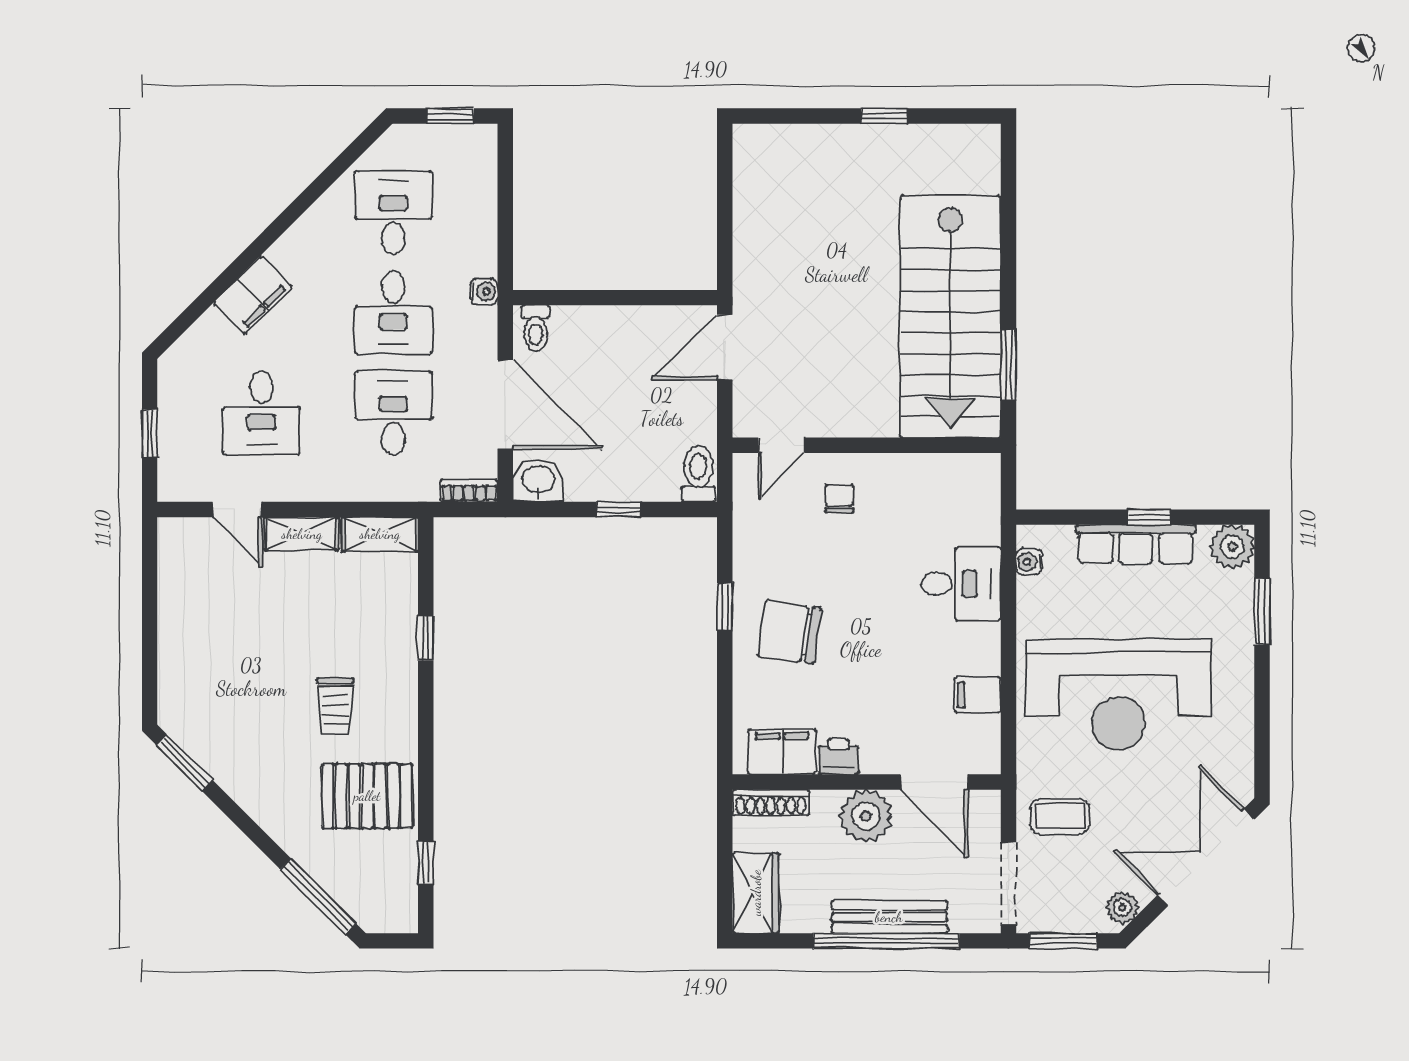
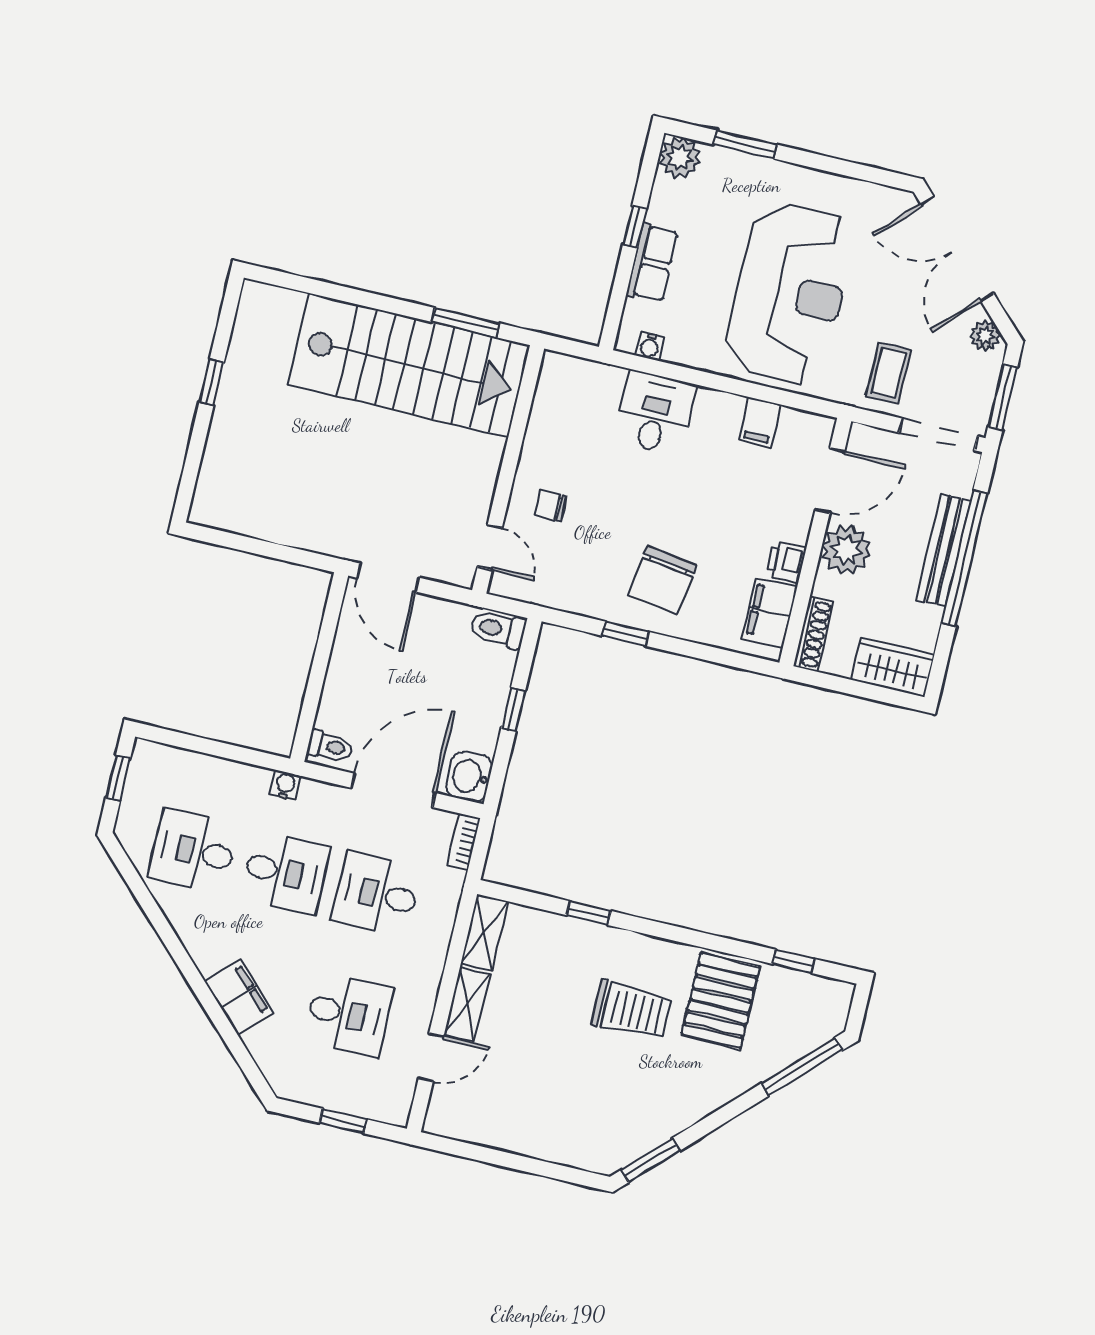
row of seats: (1136, 544) -> (652, 263), width x0.68
trolley: (335, 706) -> (632, 1010), width x1.36, depth x1.39

